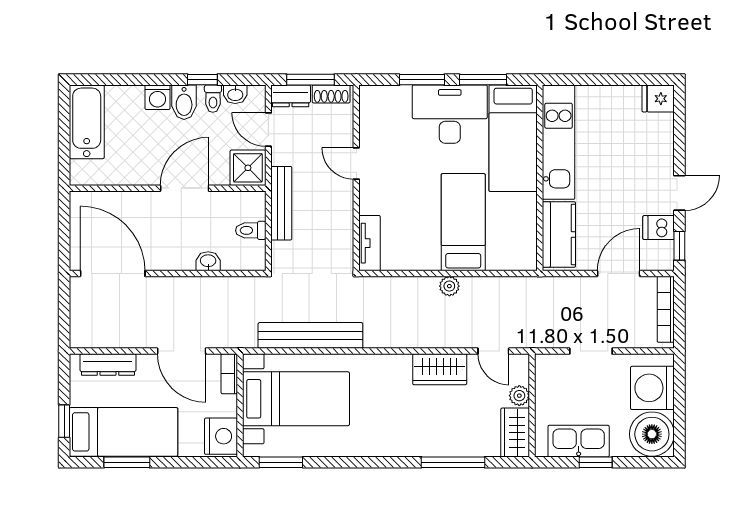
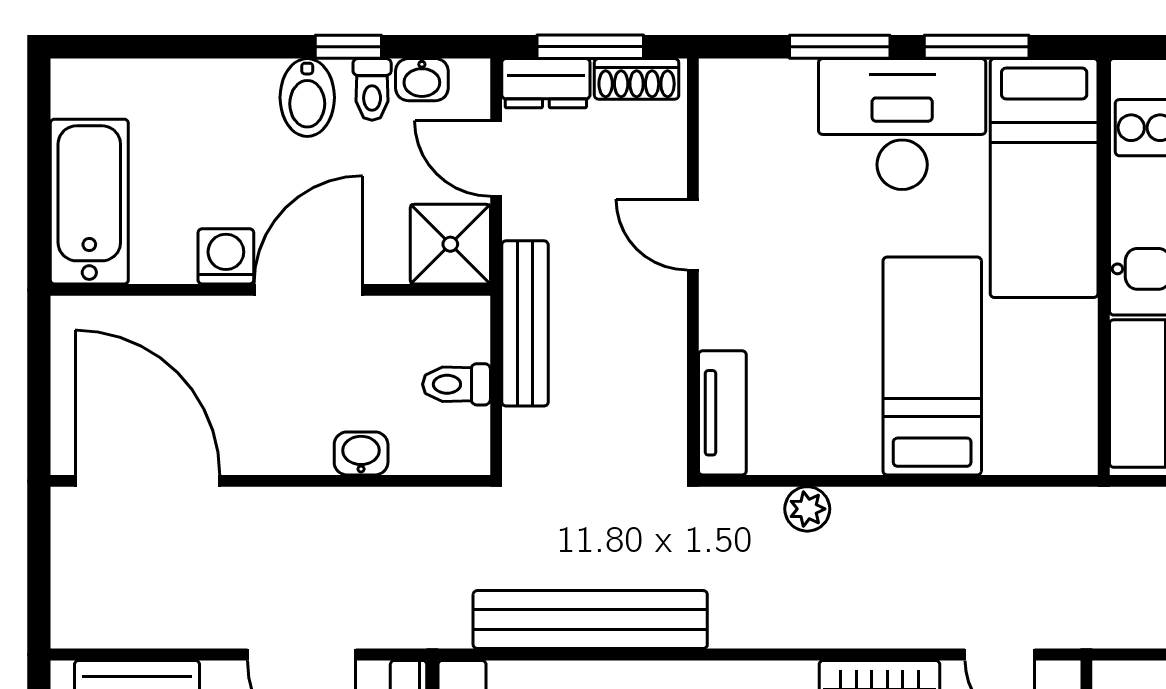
washing machine: (157, 97) -> (226, 256), moved, turned 180
bathtub: (87, 122) -> (89, 202), moved
plant: (449, 286) -> (807, 509), moved

